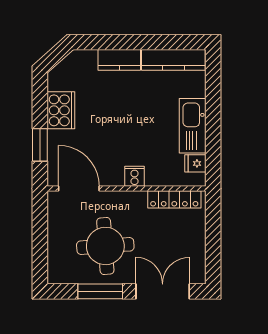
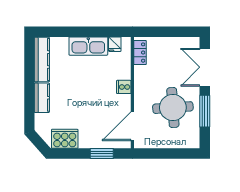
cooker: (61, 110) -> (65, 139), moved
locker: (174, 199) -> (140, 53), width x0.66

